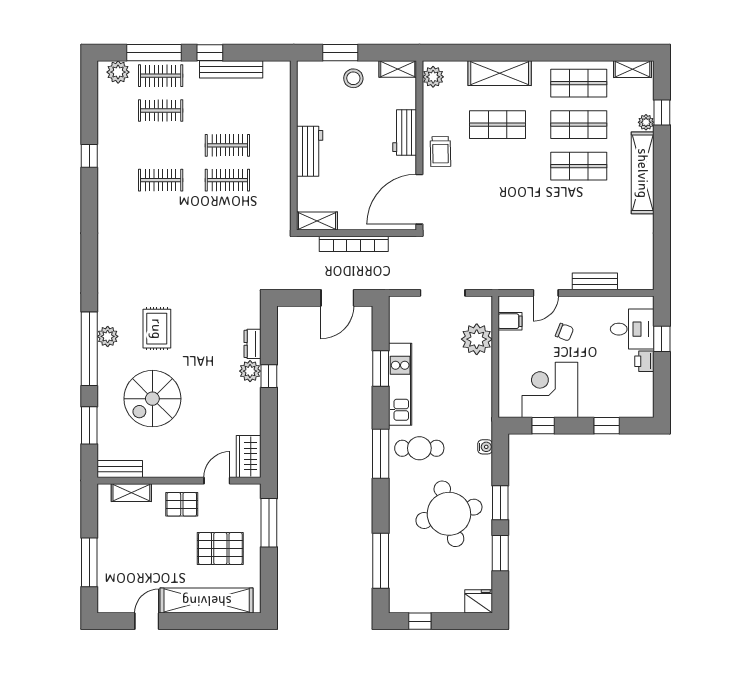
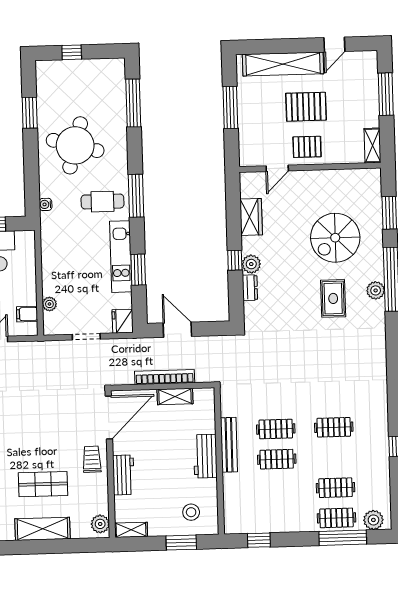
window: (210, 53) -> (259, 540), moved
bench: (231, 69) -> (229, 445), moved, turned 90
stool: (353, 78) -> (191, 512), moved
shelving: (317, 221) -> (175, 397), moved
doorway: (443, 293) -> (86, 337), width x0.73
door: (337, 298) -> (177, 330), hinge flipped
plant: (477, 339) -> (49, 304), width x0.53, depth x0.53
spiral stairs: (152, 399) -> (335, 238), turned 180
wardrobe: (249, 456) -> (251, 217), moved
bench: (120, 469) -> (362, 176), removed
shelving: (131, 493) -> (373, 145), moved, turned 90
window: (500, 503) -> (31, 156), removed
round table: (449, 514) -> (75, 145), turned 30
window: (269, 523) -> (230, 107), moved
pallet: (220, 549) -> (306, 107), moved
fridge: (479, 601) -> (123, 321), moved, turned 90
window: (420, 621) -> (72, 52), moved

